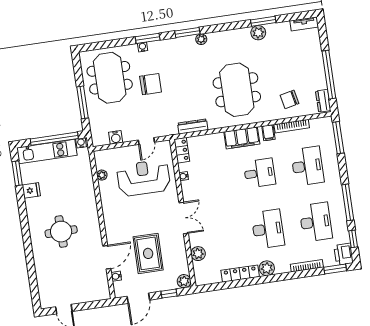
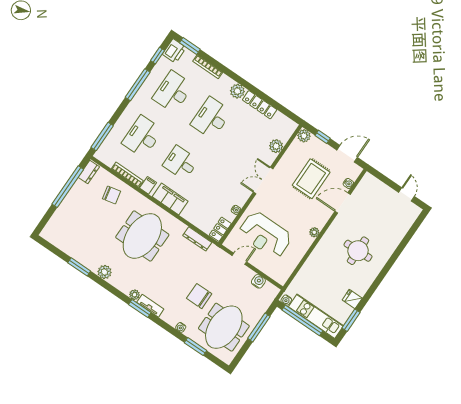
tv unit: (304, 24) -> (150, 306), moved
plant: (258, 33) -> (105, 272), moved
window: (148, 38) -> (195, 347), moved
plant: (102, 175) -> (314, 232), moved

